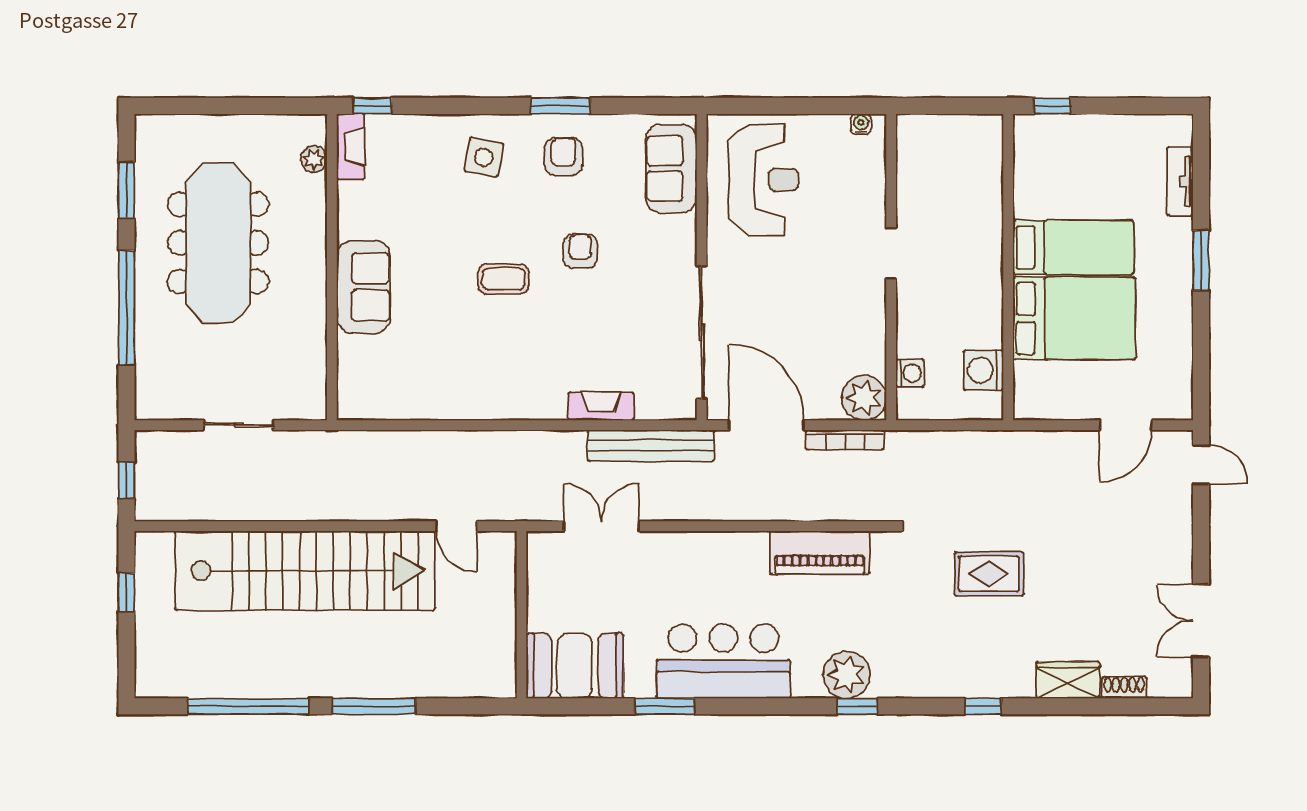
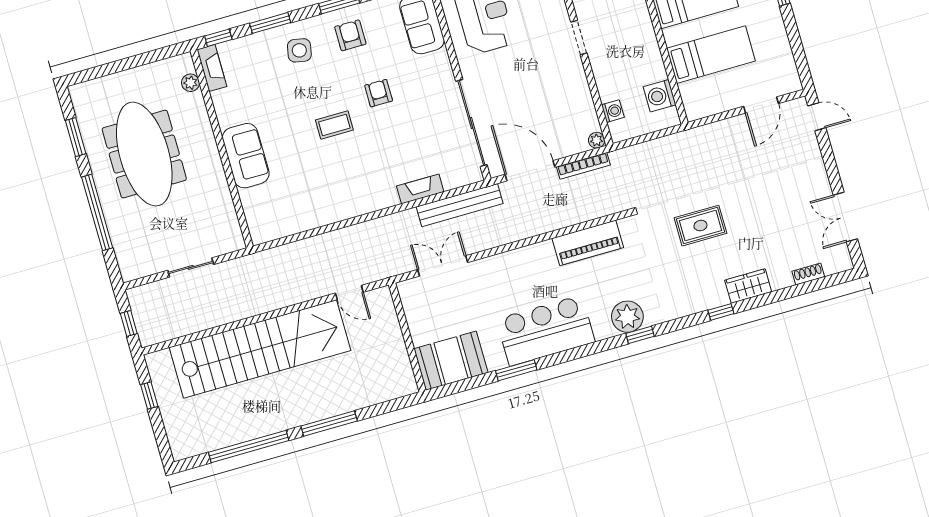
window: (453, 106) -> (270, 23), added
bed: (1074, 318) -> (711, 55), width x0.67
plant: (864, 398) -> (597, 140), width x0.53, depth x0.53
wardrobe: (1068, 680) -> (748, 286), moved

